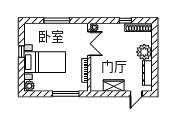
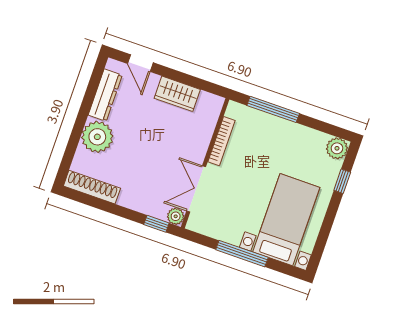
window: (125, 21) -> (156, 224), moved
window: (21, 52) -> (342, 181), moved
bed with nightstands: (45, 62) -> (286, 220), moved, turned 90
door: (136, 94) -> (140, 63), swing flipped

